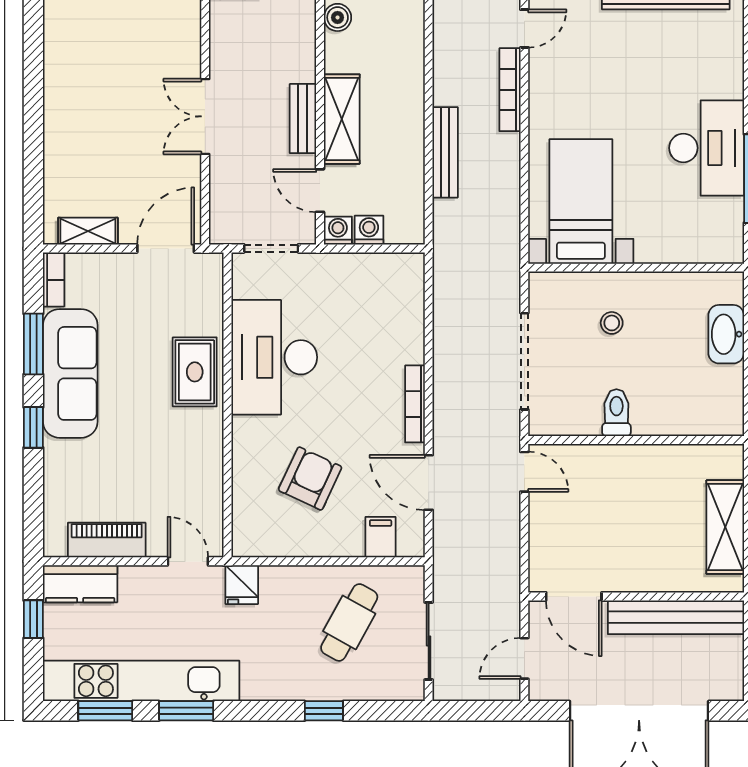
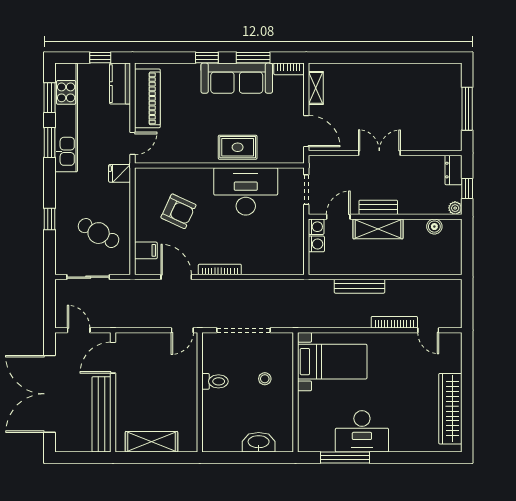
door: (429, 483) -> (176, 277), hinge flipped
piano: (107, 540) -> (147, 98), width x1.37, depth x1.33

